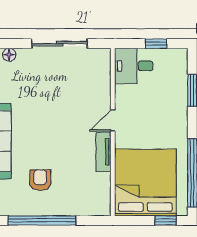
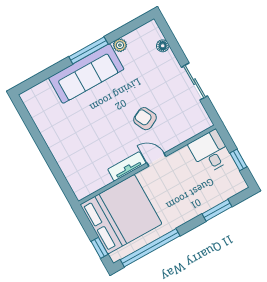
sliding door: (60, 44) -> (194, 82), width x0.73
armchair: (40, 180) -> (145, 119), moved, turned -116
window: (42, 220) -> (43, 148), removed

